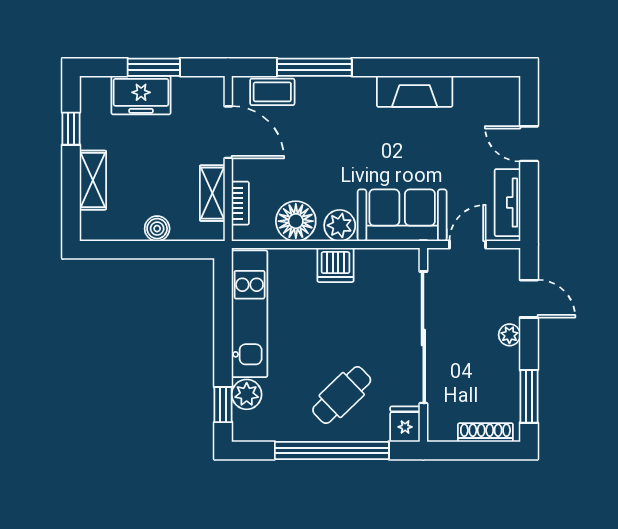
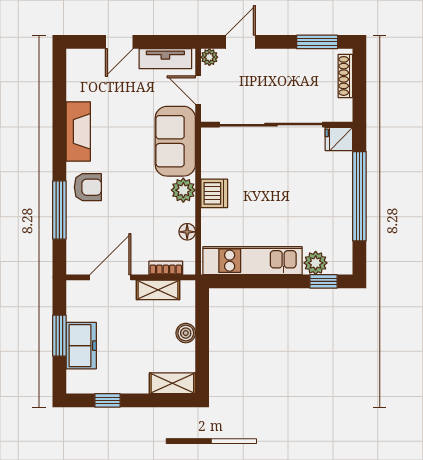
coffee table: (272, 92) -> (79, 243), removed
armchair: (343, 103) -> (88, 187), added
shelving: (93, 180) -> (172, 383), moved
floor lamp: (296, 221) -> (187, 232), width x0.53, depth x0.53
plant: (509, 335) -> (209, 57), moved
cafe table: (342, 395) -> (316, 189), removed

